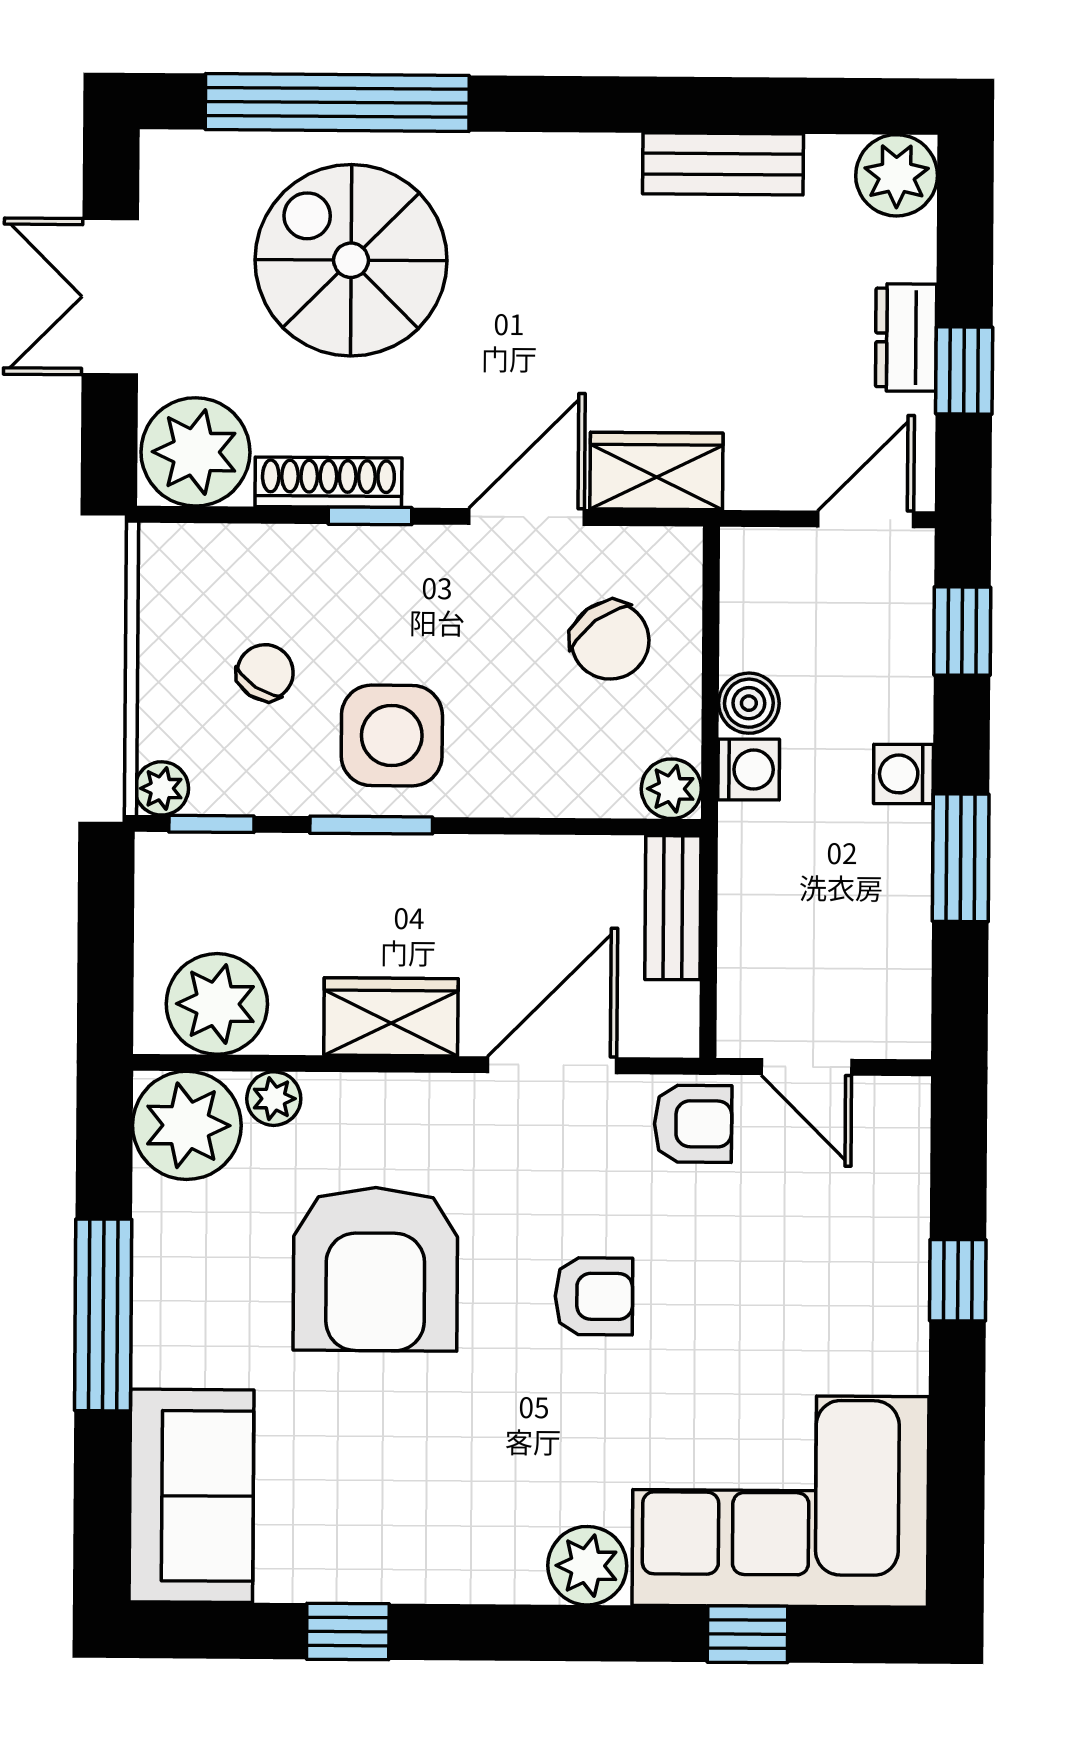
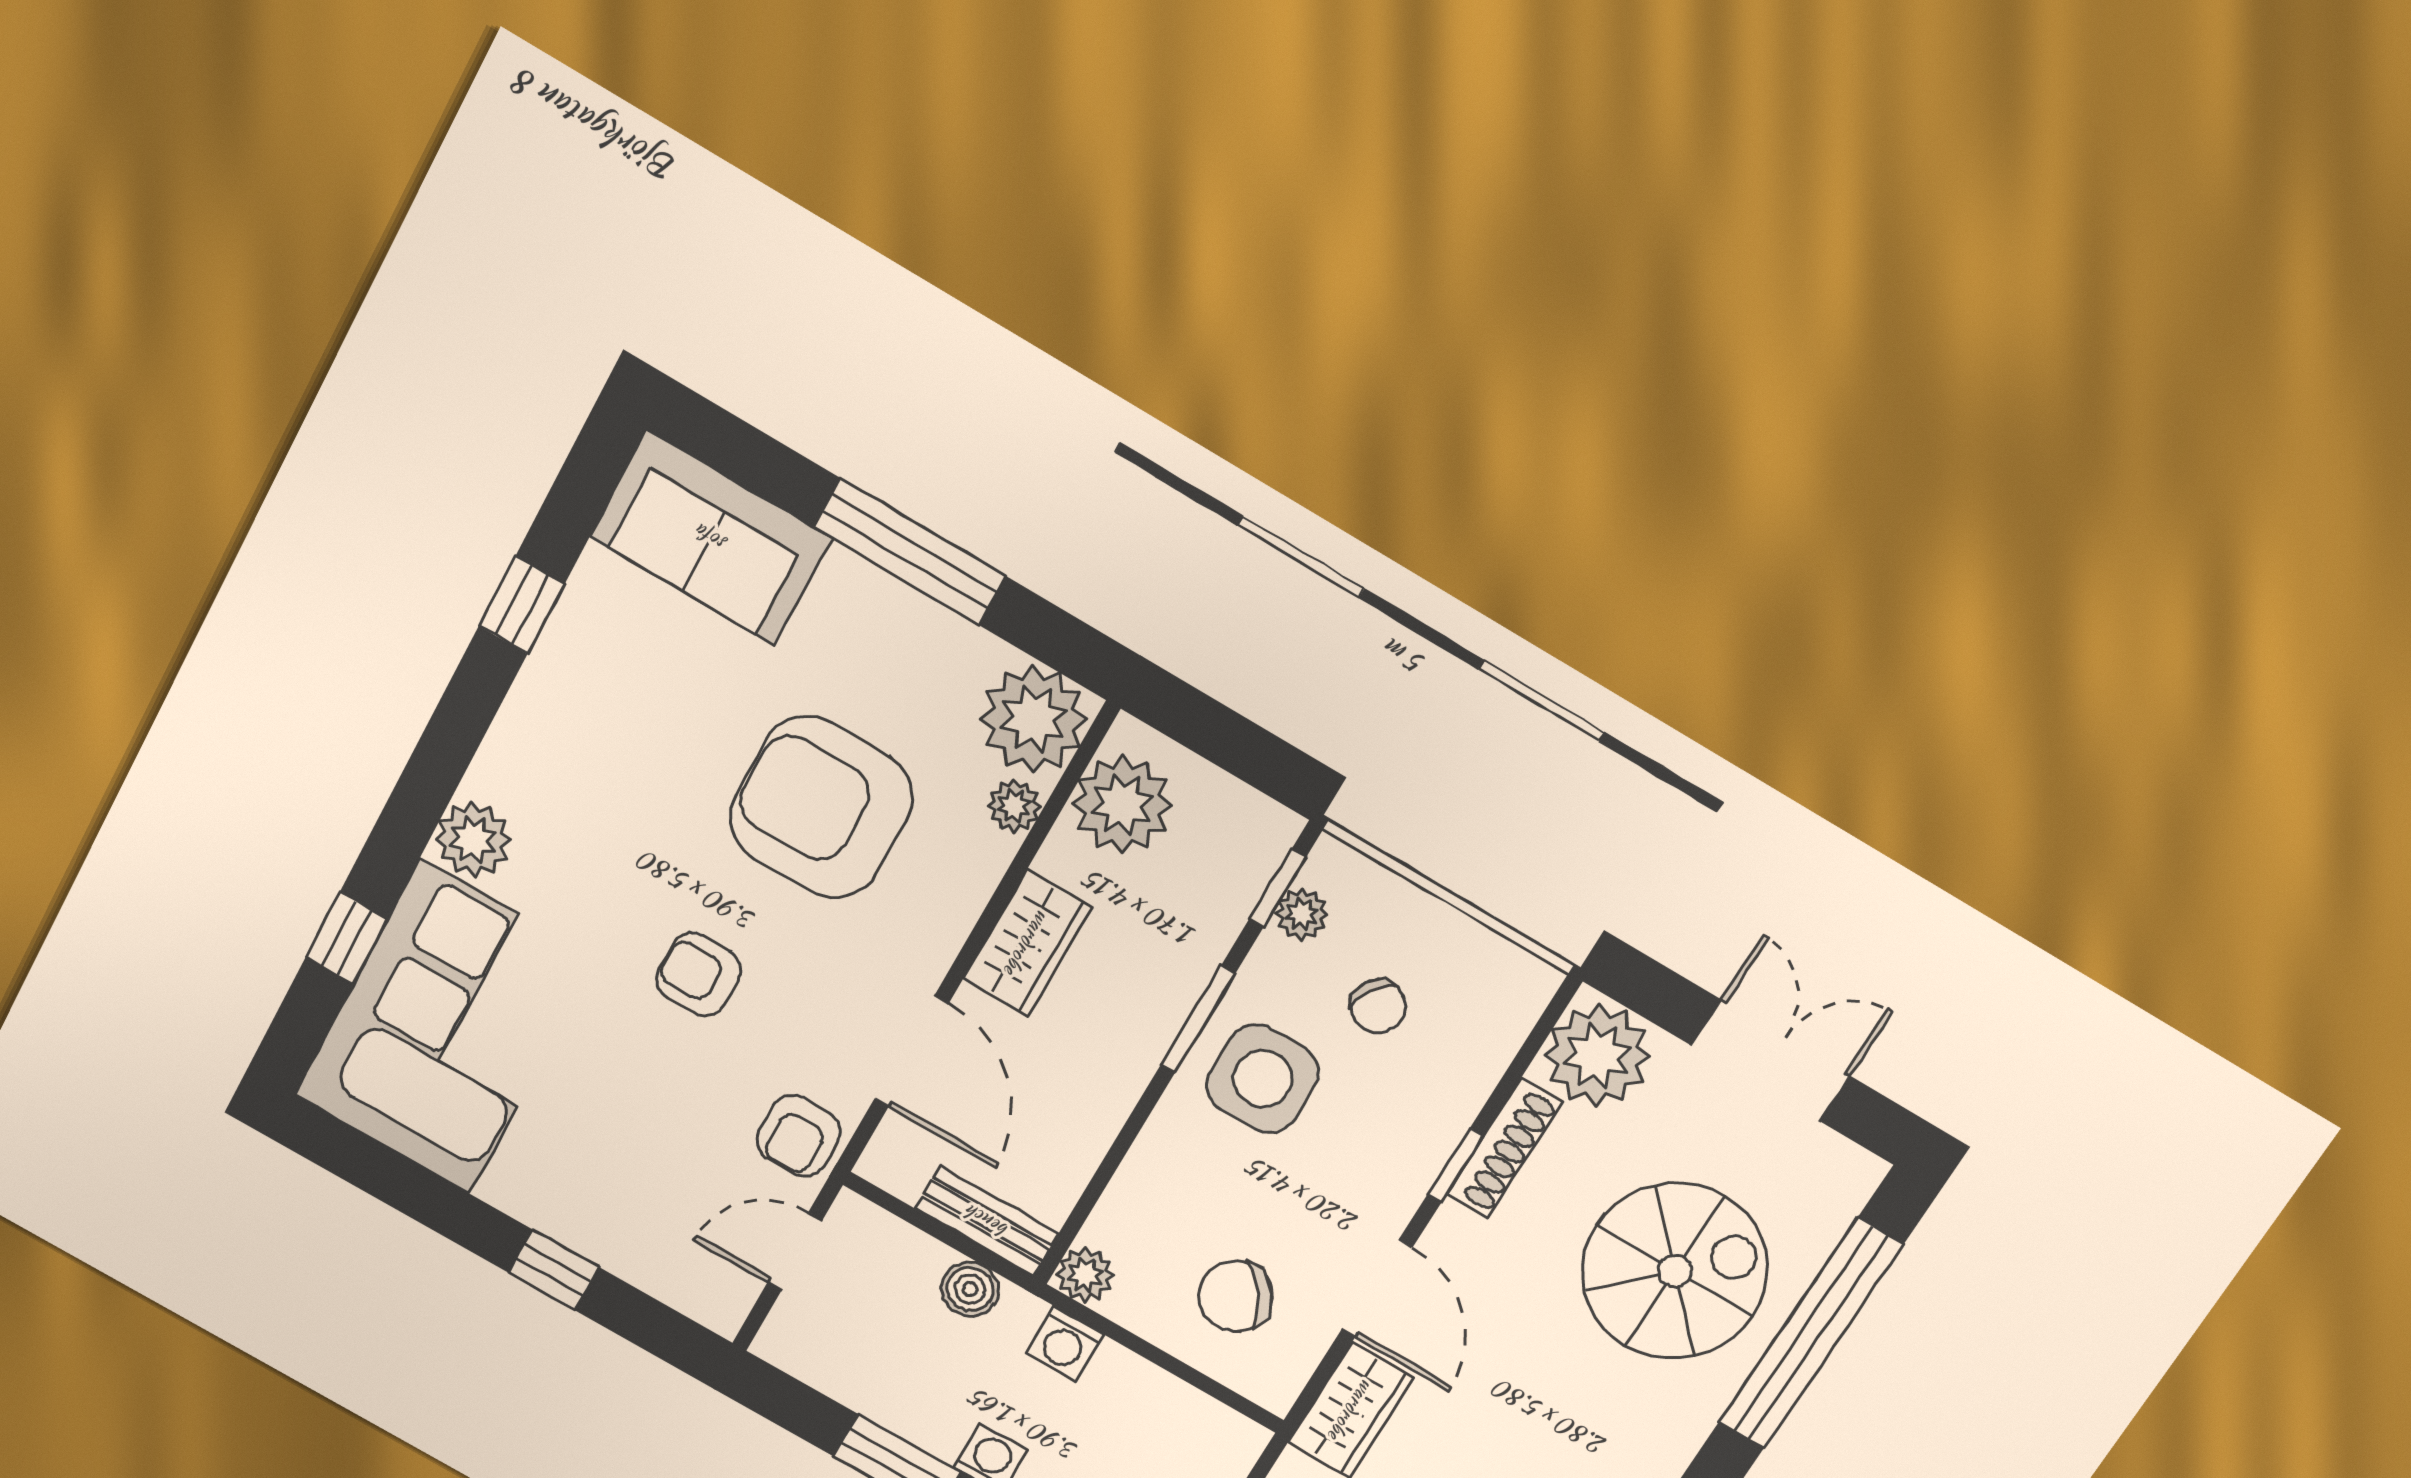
boiler: (749, 703) -> (970, 1289), moved
plant: (162, 788) -> (1302, 914), moved
armchair: (594, 1296) -> (699, 975), turned 90

